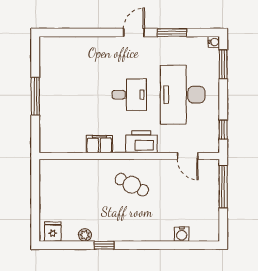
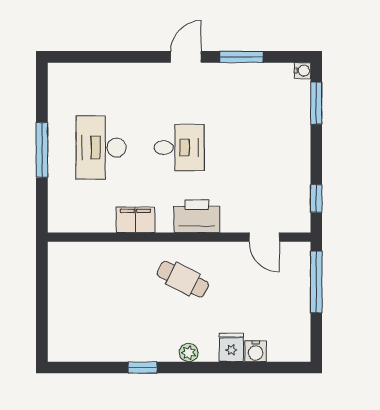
desk: (183, 95) -> (101, 148), moved, width x0.73, depth x0.77
fridge: (53, 232) -> (231, 348), moved
plant: (85, 235) -> (189, 353), moved

